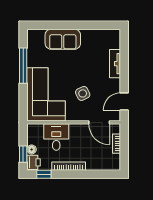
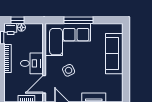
sofa: (63, 39) -> (114, 54), width x1.36
window: (23, 66) -> (78, 20), moved
desk: (56, 137) -> (32, 63), moved

